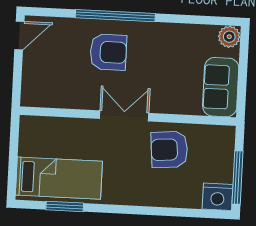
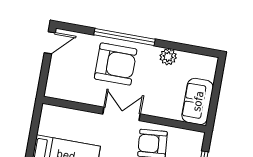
plant: (229, 37) -> (168, 57), moved
armchair: (108, 52) -> (116, 64), width x1.36, depth x1.36

